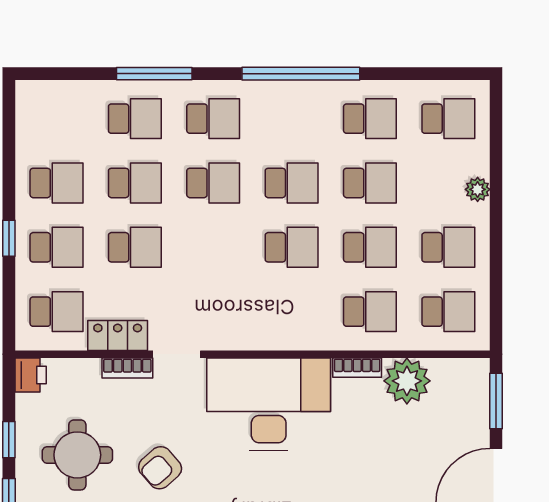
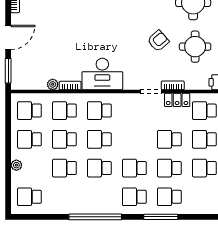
school desk: (370, 119) -> (99, 111), moved
plant: (407, 381) -> (53, 84), width x0.53, depth x0.53
desk: (269, 404) -> (102, 74), width x0.73, depth x0.77

